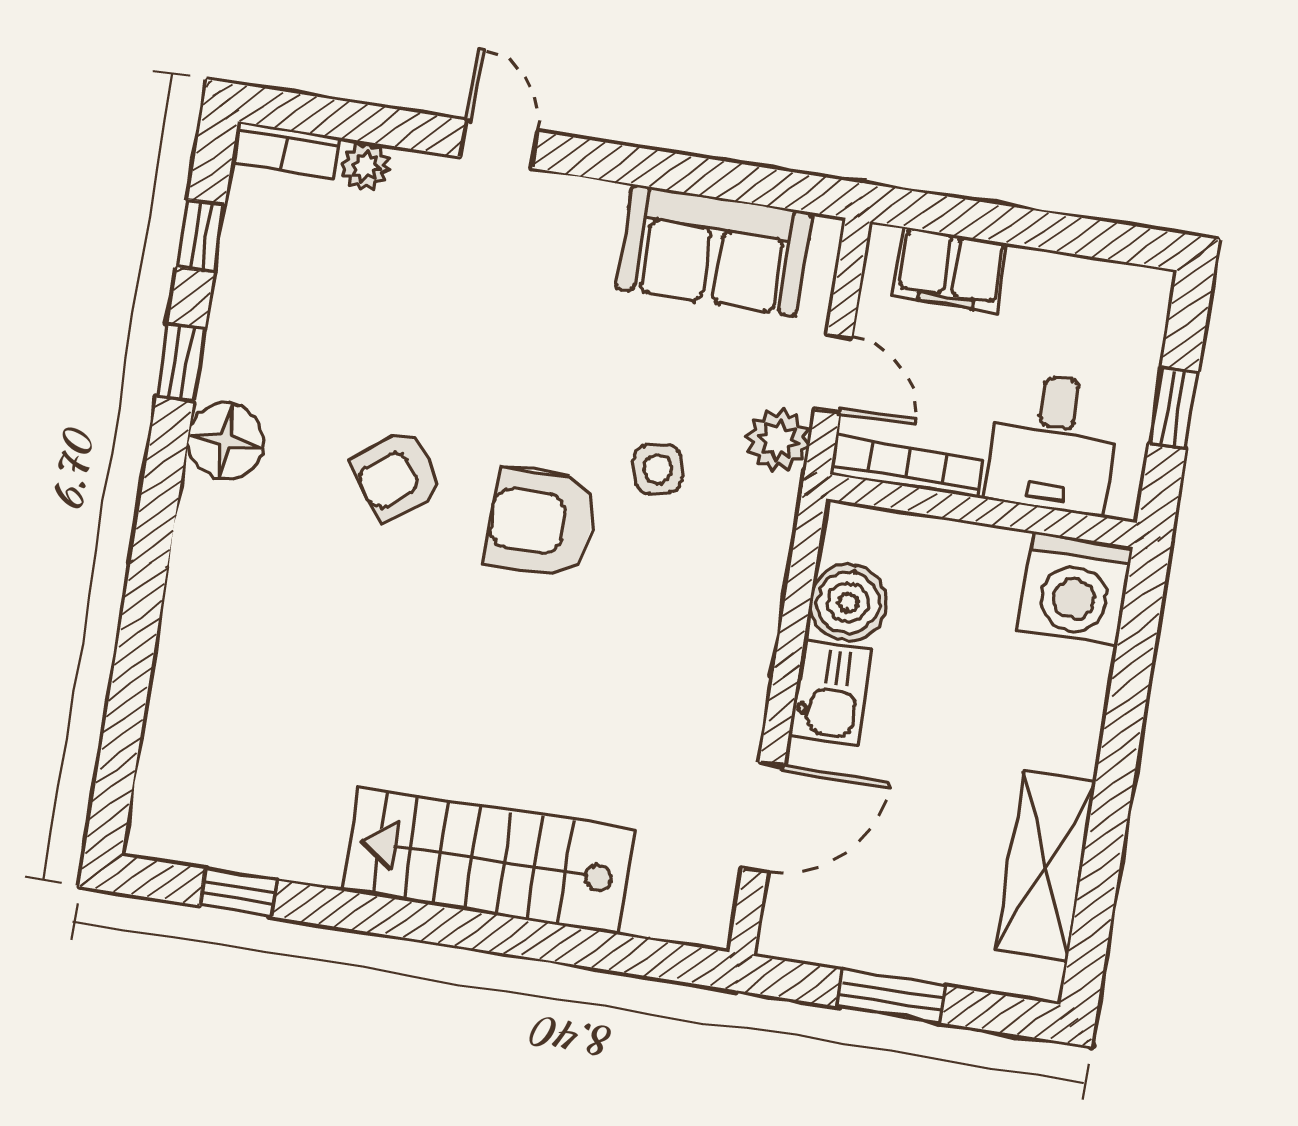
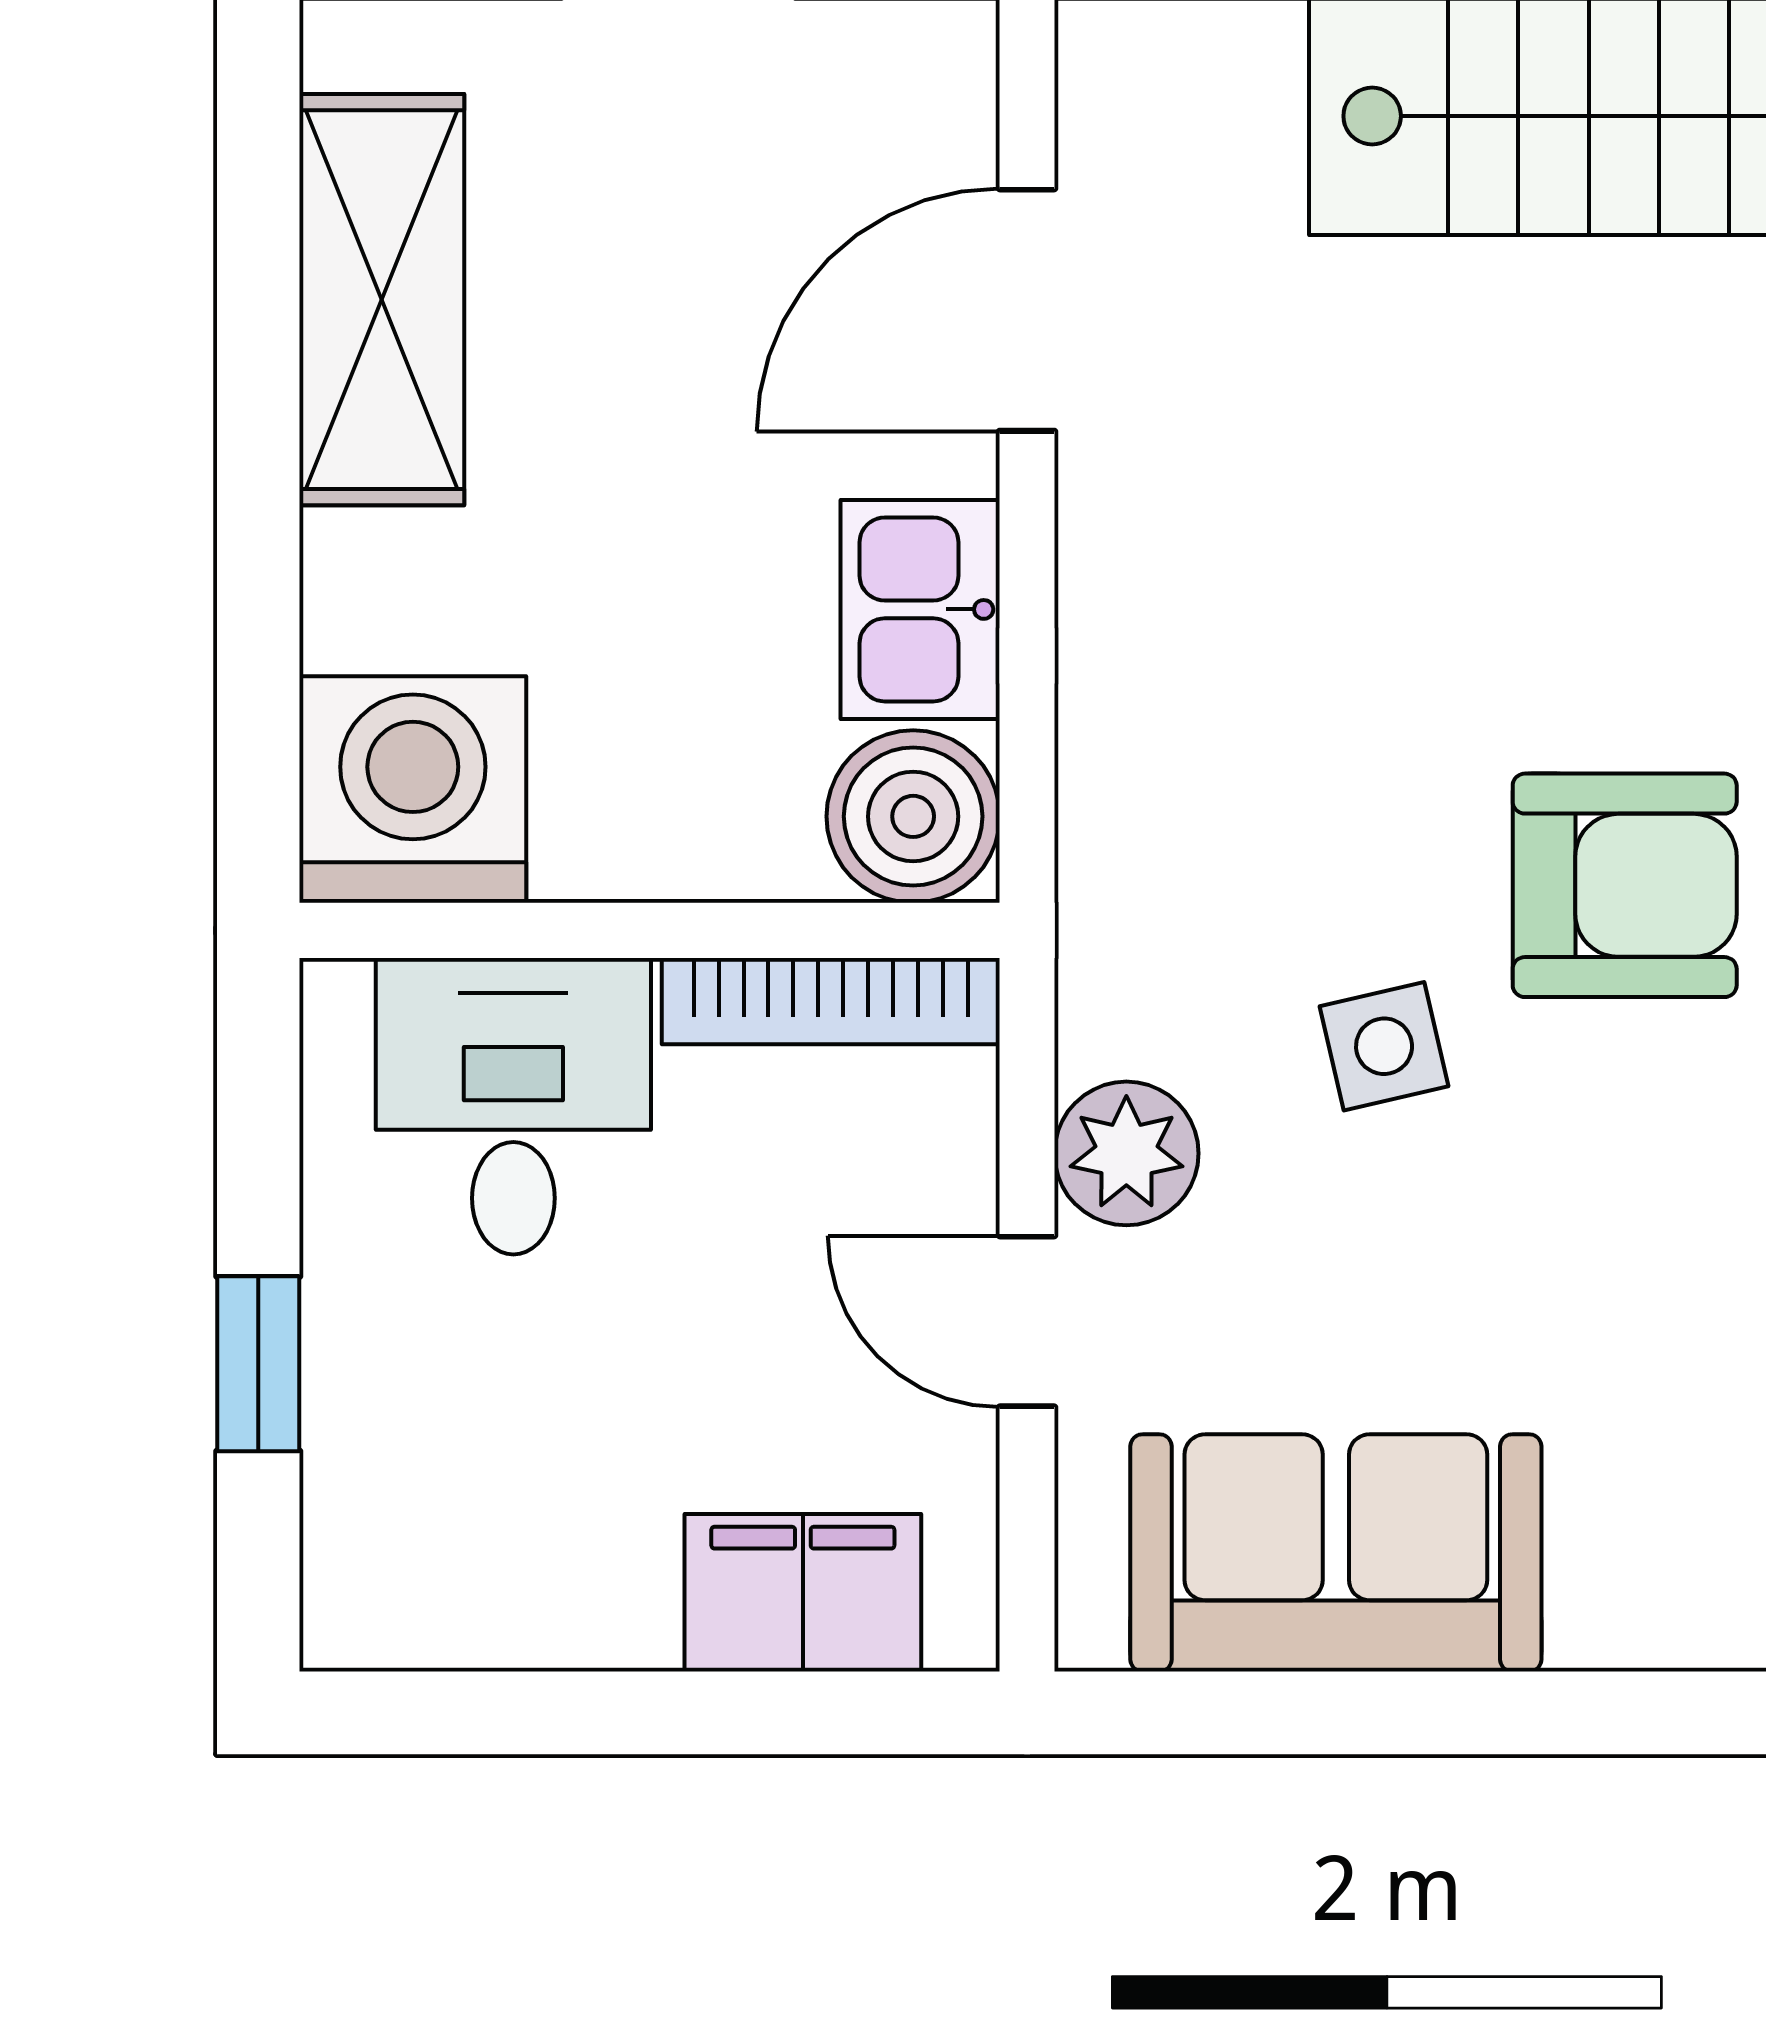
desk: (1053, 443) -> (513, 1106), moved
bookcase: (907, 467) -> (831, 1001), moved
wall: (981, 511) -> (650, 930), moved
washing machine: (1075, 589) -> (413, 790), moved

